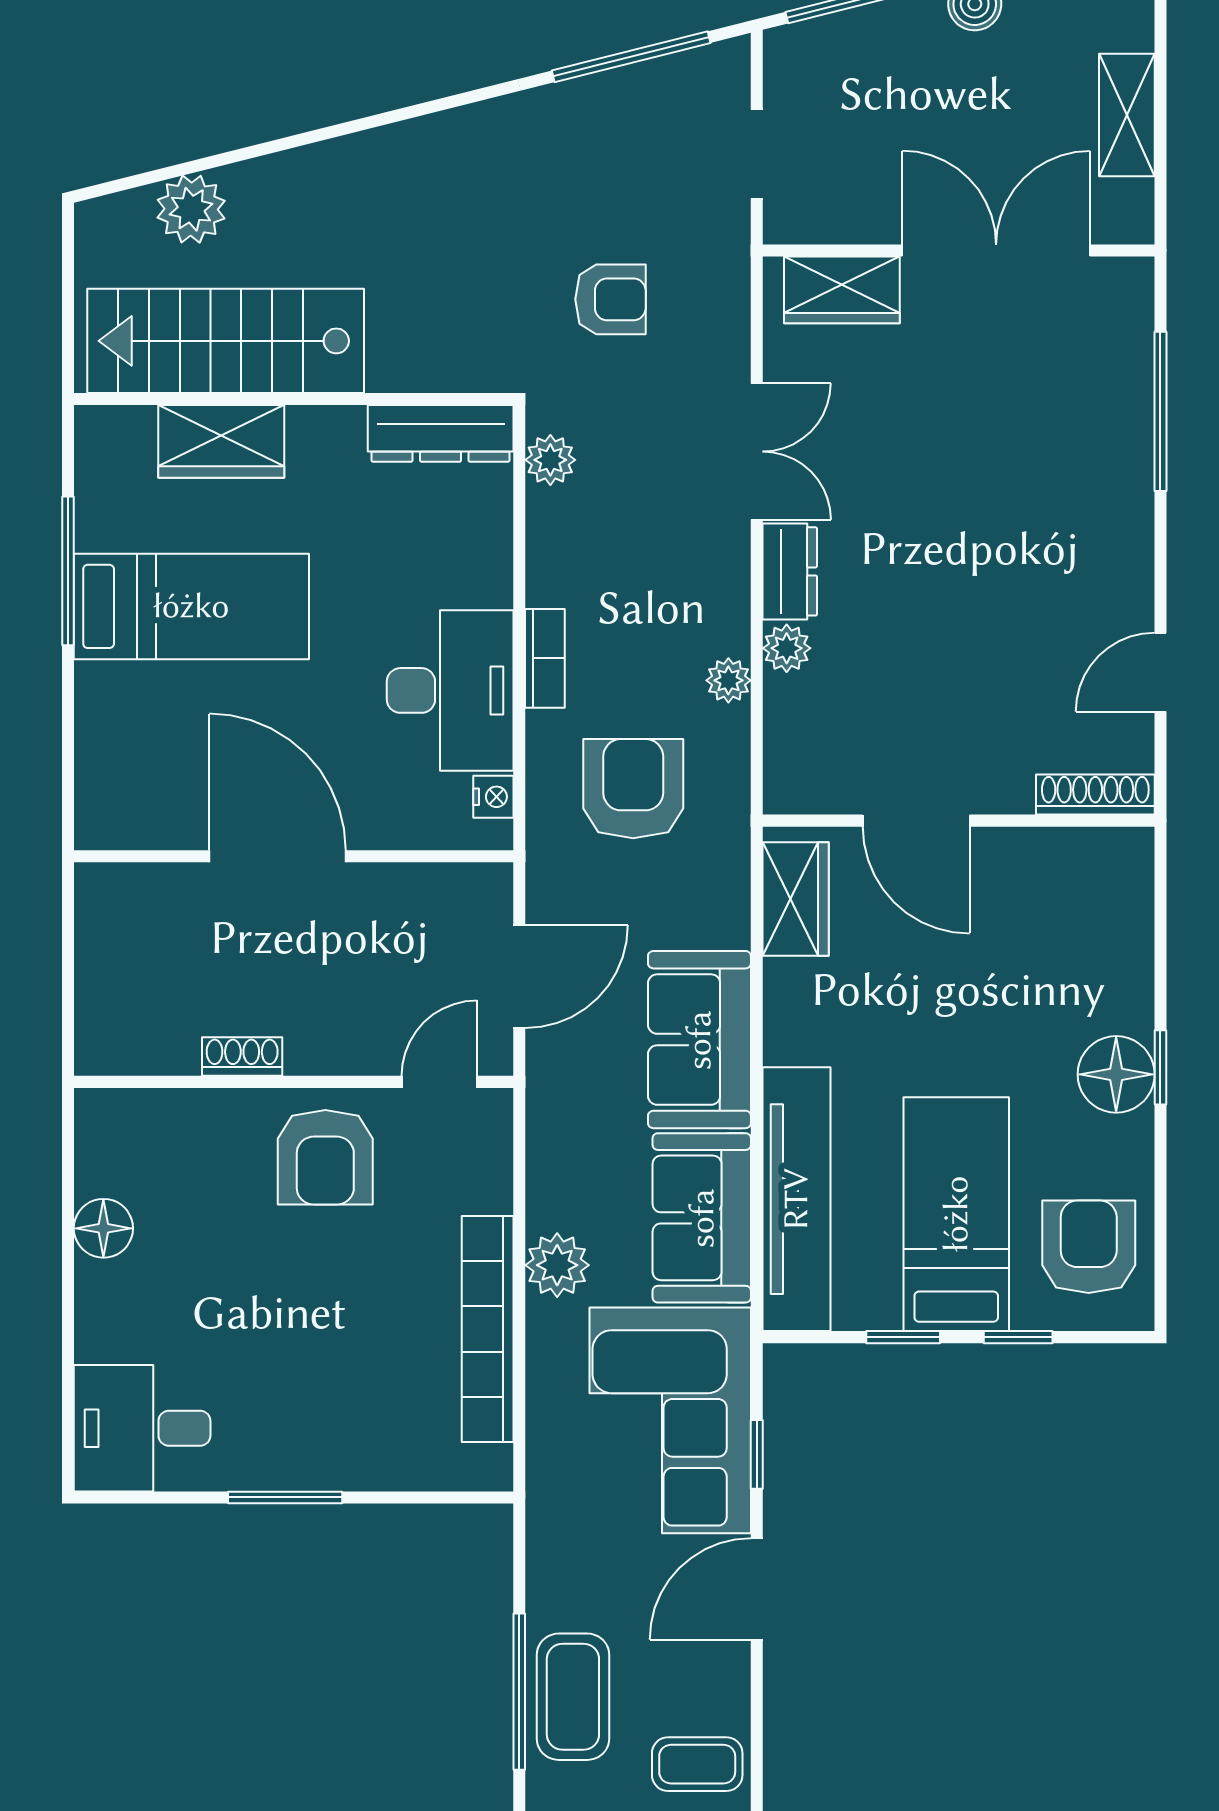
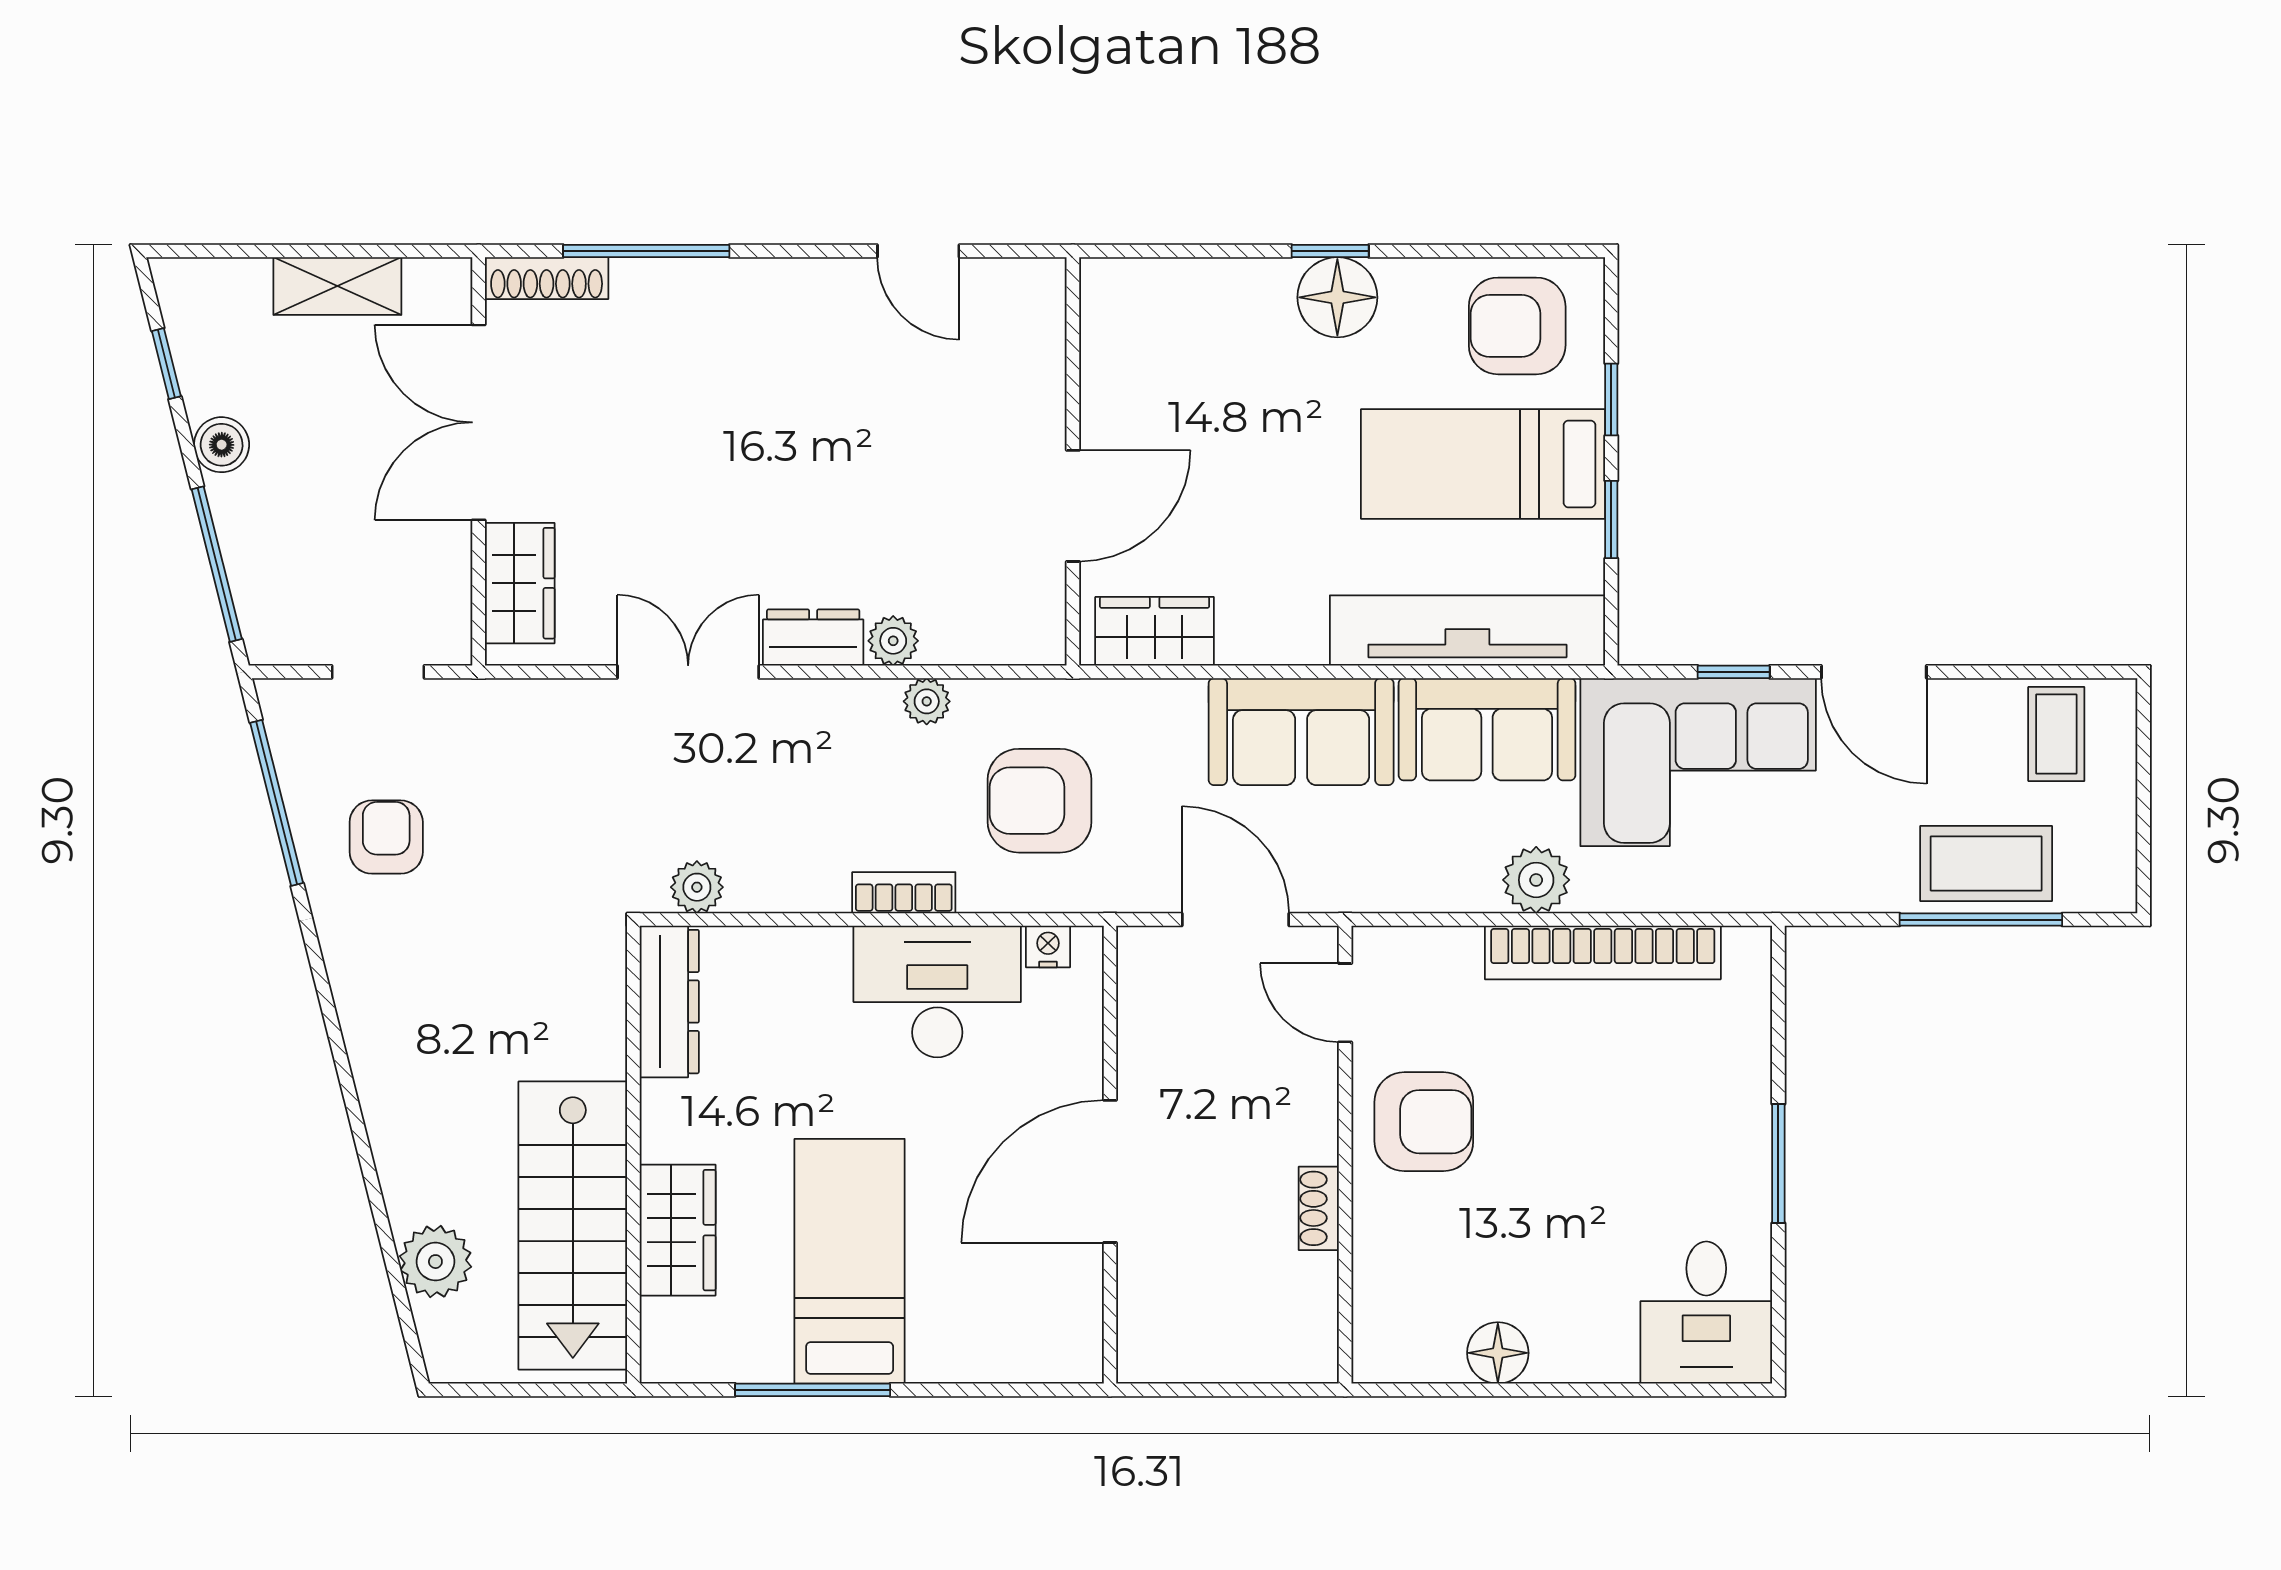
armchair: (610, 299) -> (386, 837), moved
shoe rack: (1095, 794) -> (547, 278), moved, turned -90

